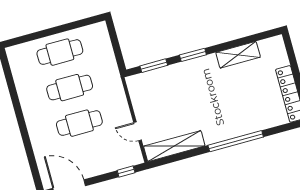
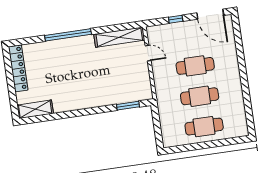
window: (193, 55) -> (94, 111), removed
shelving: (238, 55) -> (35, 109), moved
window: (126, 171) -> (176, 19), moved

